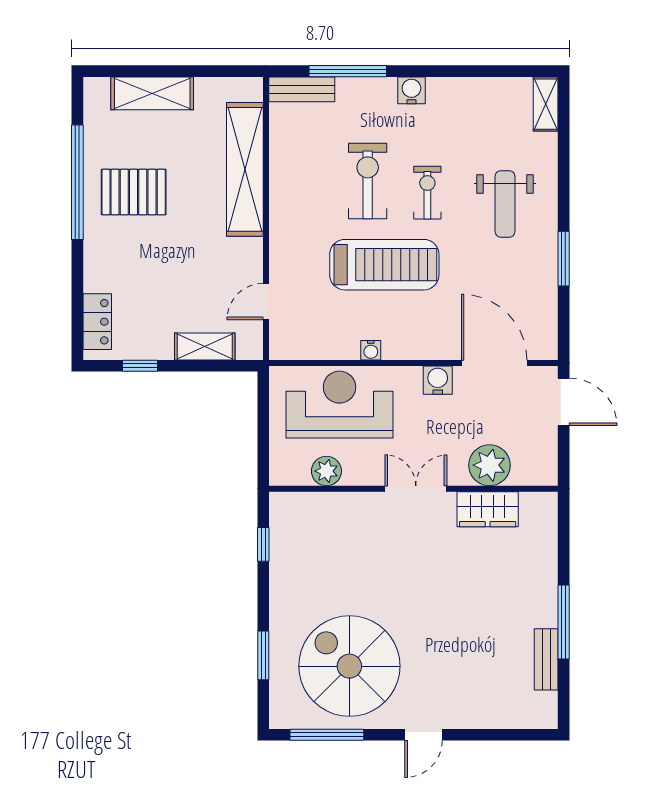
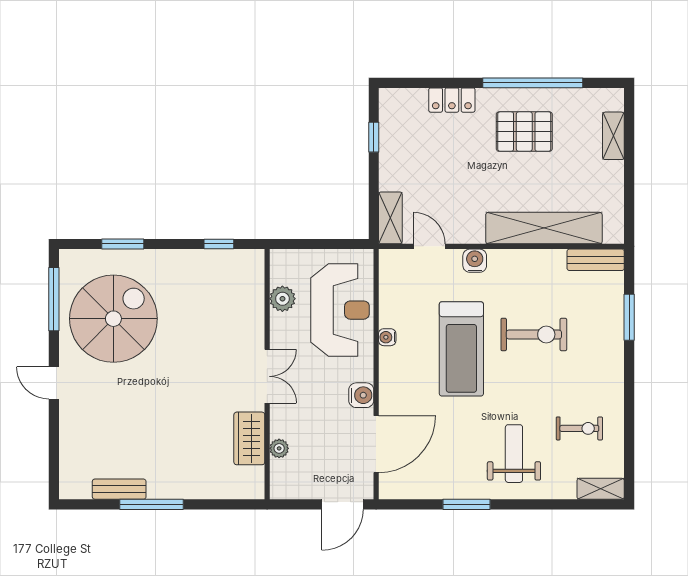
window: (348, 71) -> (629, 317), width x0.69
bench: (302, 89) -> (596, 260), moved, turned 90
water cooler: (411, 90) -> (475, 261), moved, turned -90
shelving: (152, 93) -> (613, 136), width x0.67, depth x0.75
pallet: (134, 192) -> (524, 132), turned 90
exercise bike: (427, 193) -> (579, 428), moved
weight bench: (505, 204) -> (514, 454), turned 90
locker: (97, 322) -> (452, 100), moved
shelving: (205, 347) -> (390, 218), moved
plant: (489, 465) -> (279, 448), width x0.53, depth x0.53

